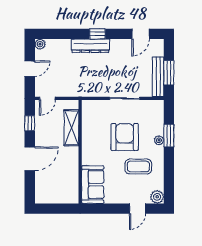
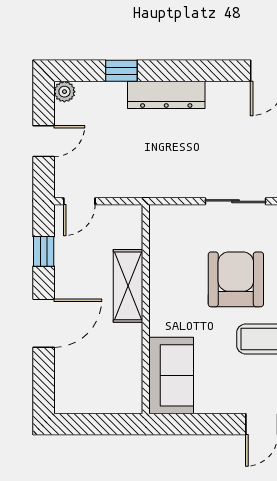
window: (97, 34) -> (121, 71), moved
shelving: (71, 128) -> (128, 286), moved

